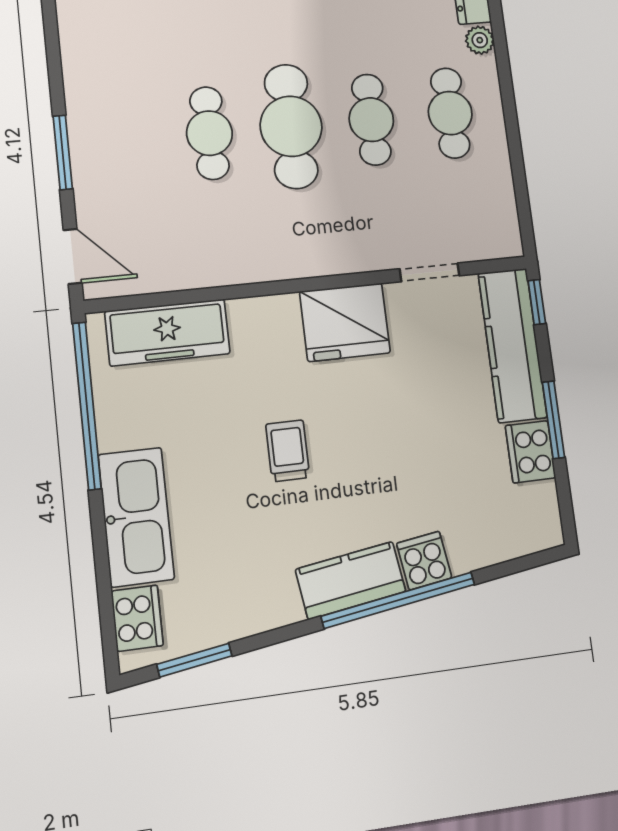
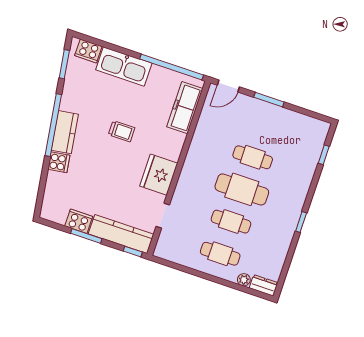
window: (398, 600) -> (53, 125), moved

